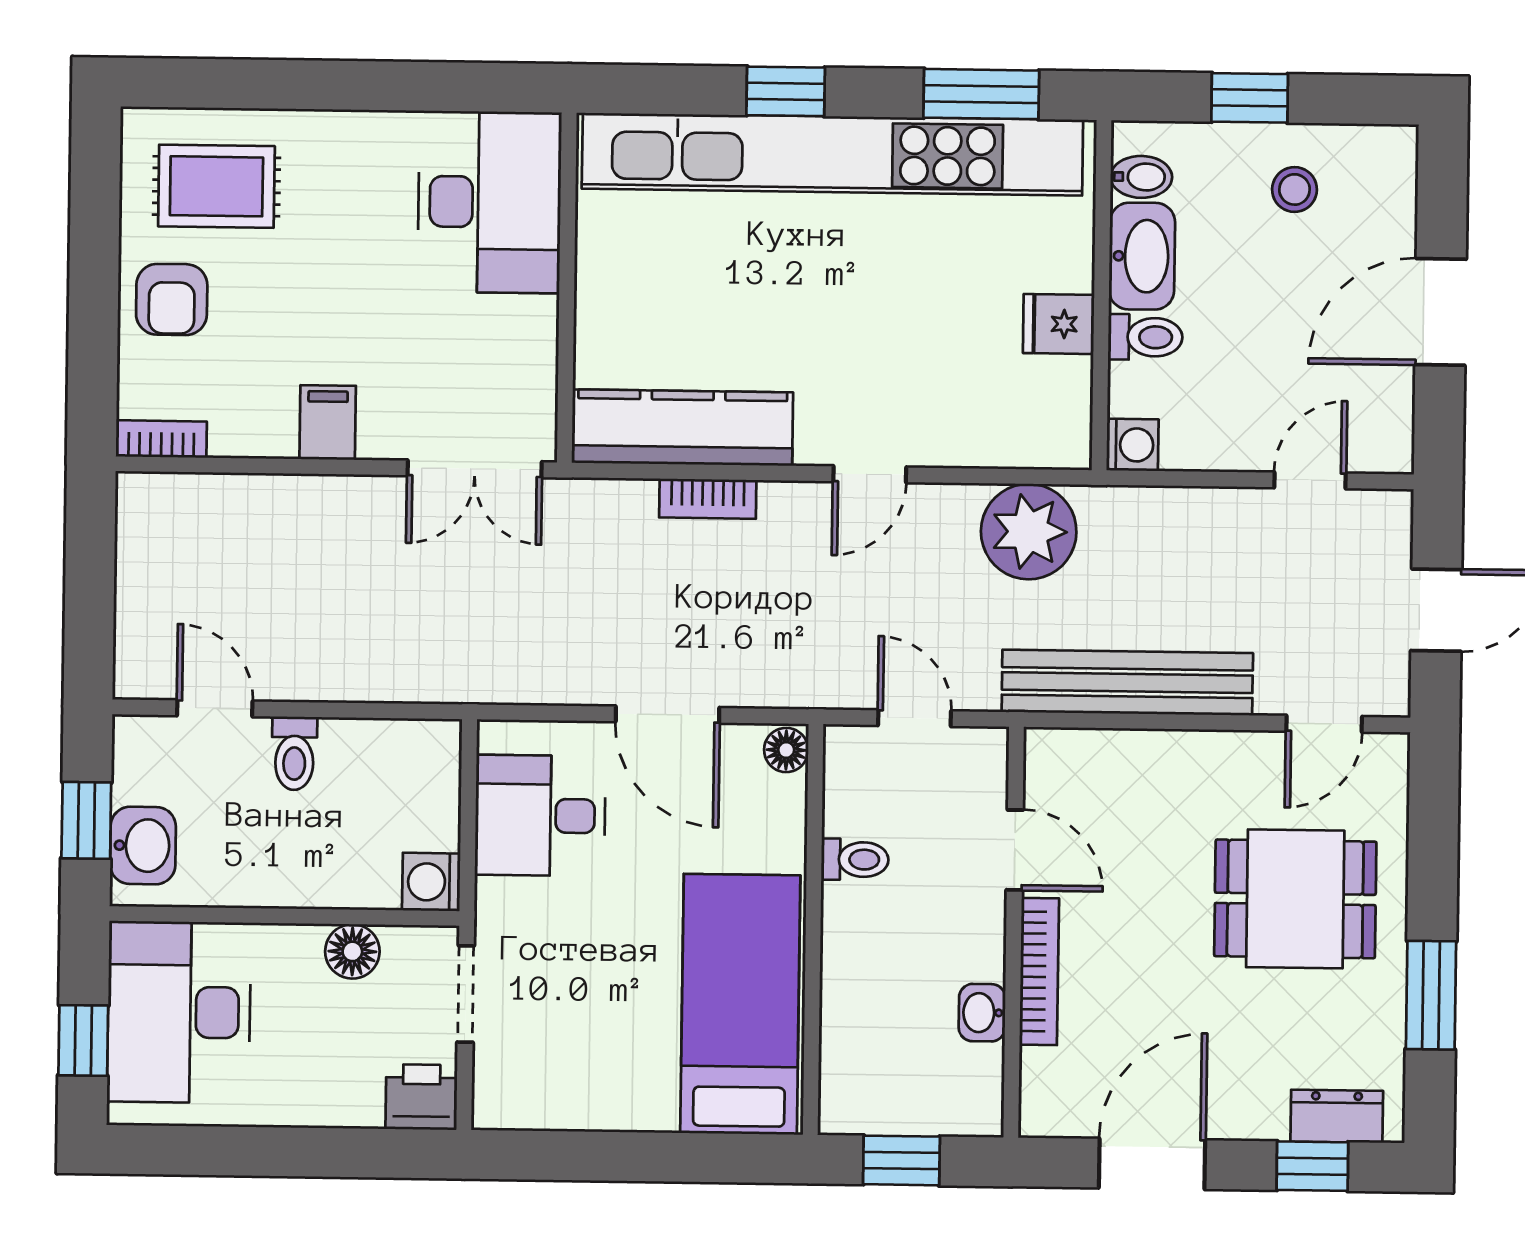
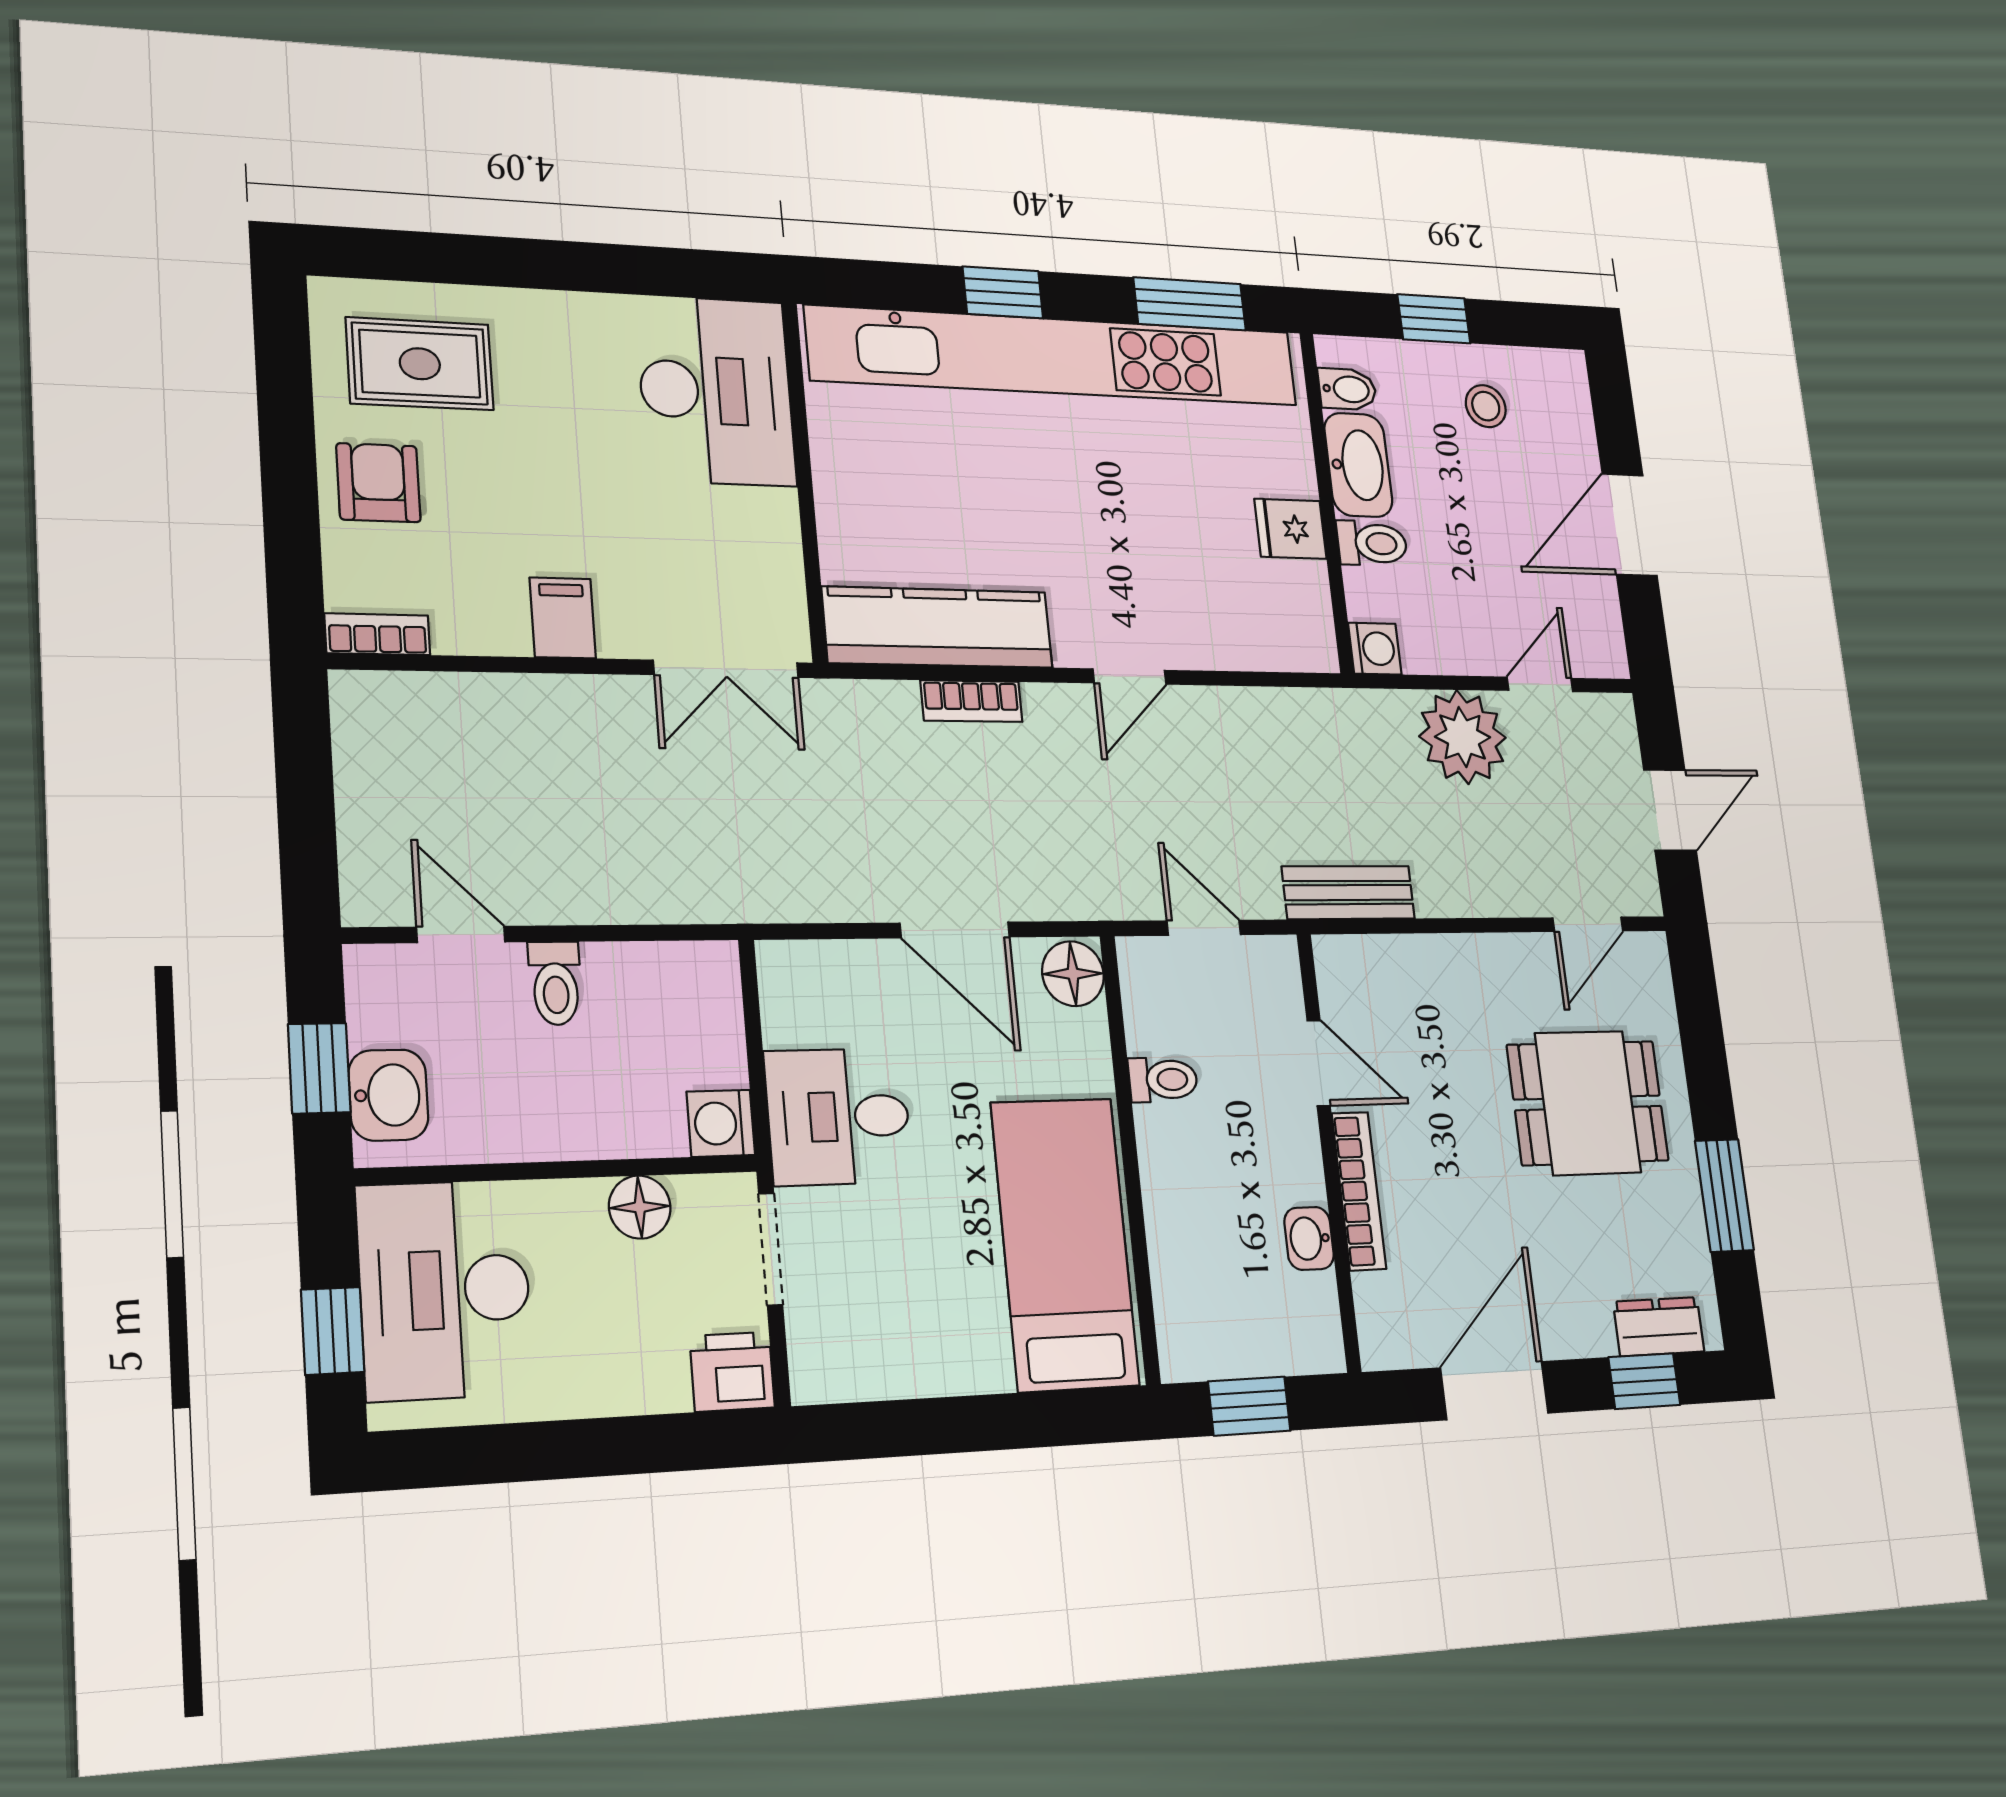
armchair: (172, 299) -> (378, 483), turned 180
plant: (1029, 532) -> (1463, 737), moved
bench: (1127, 683) -> (1348, 893), width x0.54, depth x0.82
floor lamp: (786, 750) -> (1073, 974), width x1.37, depth x1.37
desk: (540, 816) -> (838, 1117), moved

